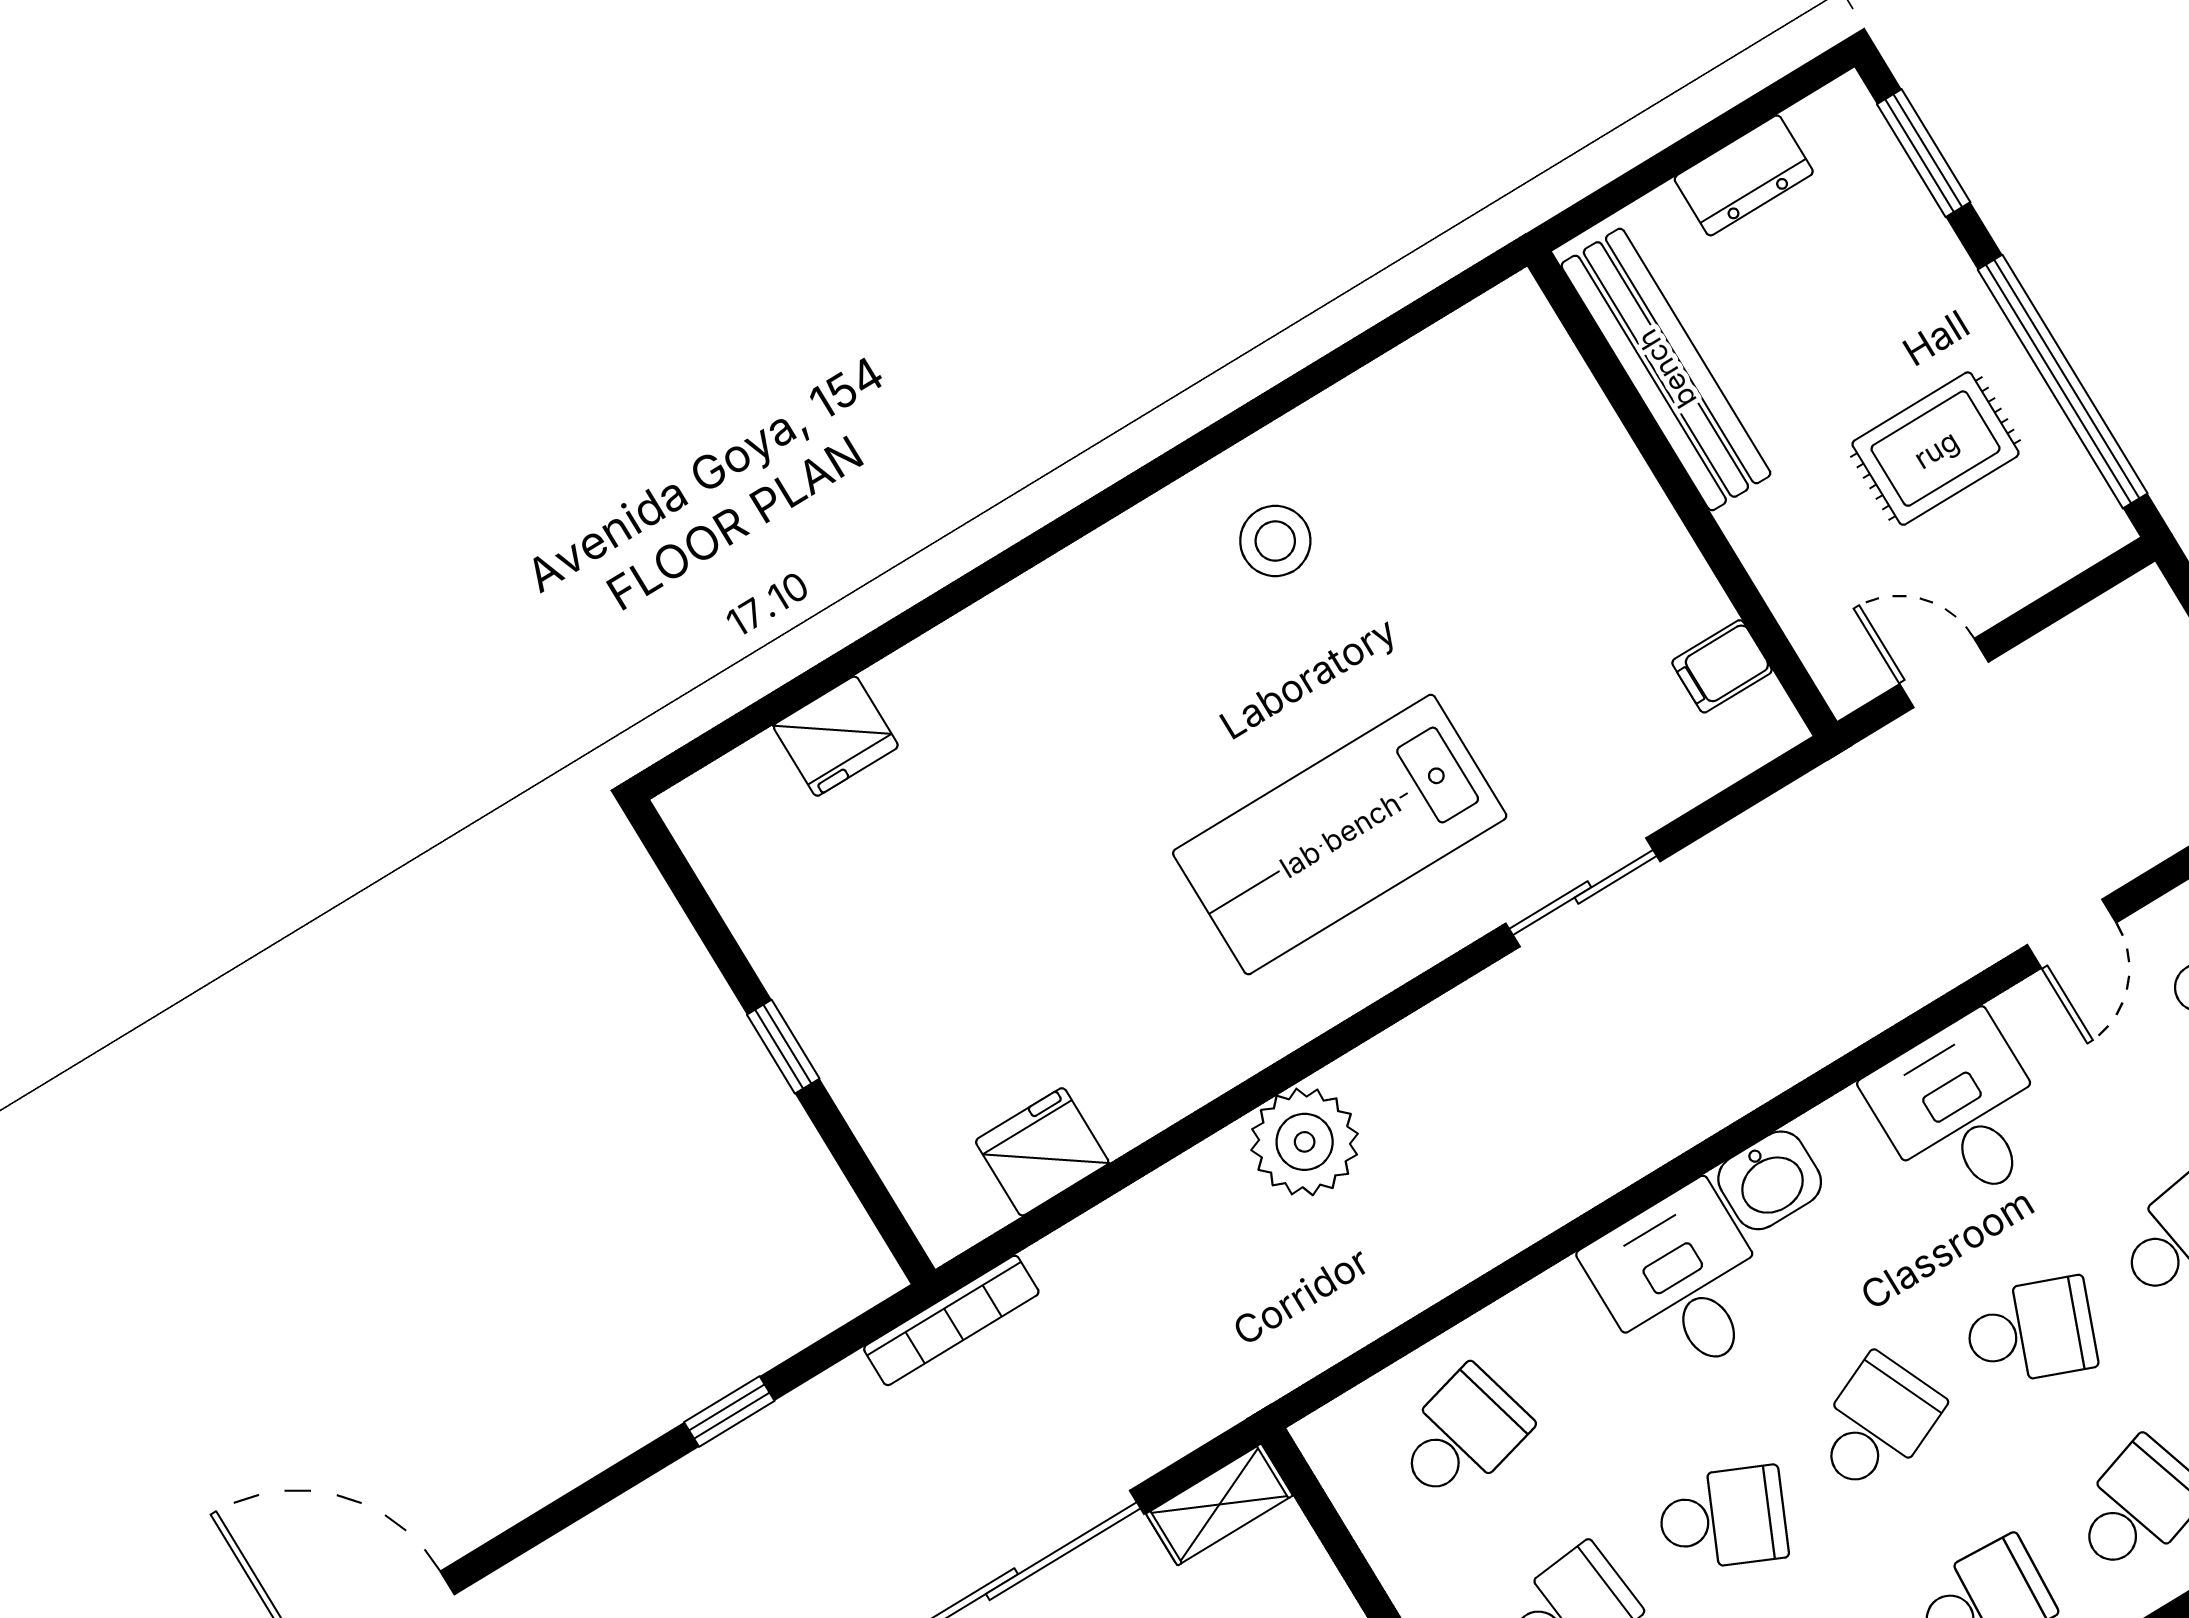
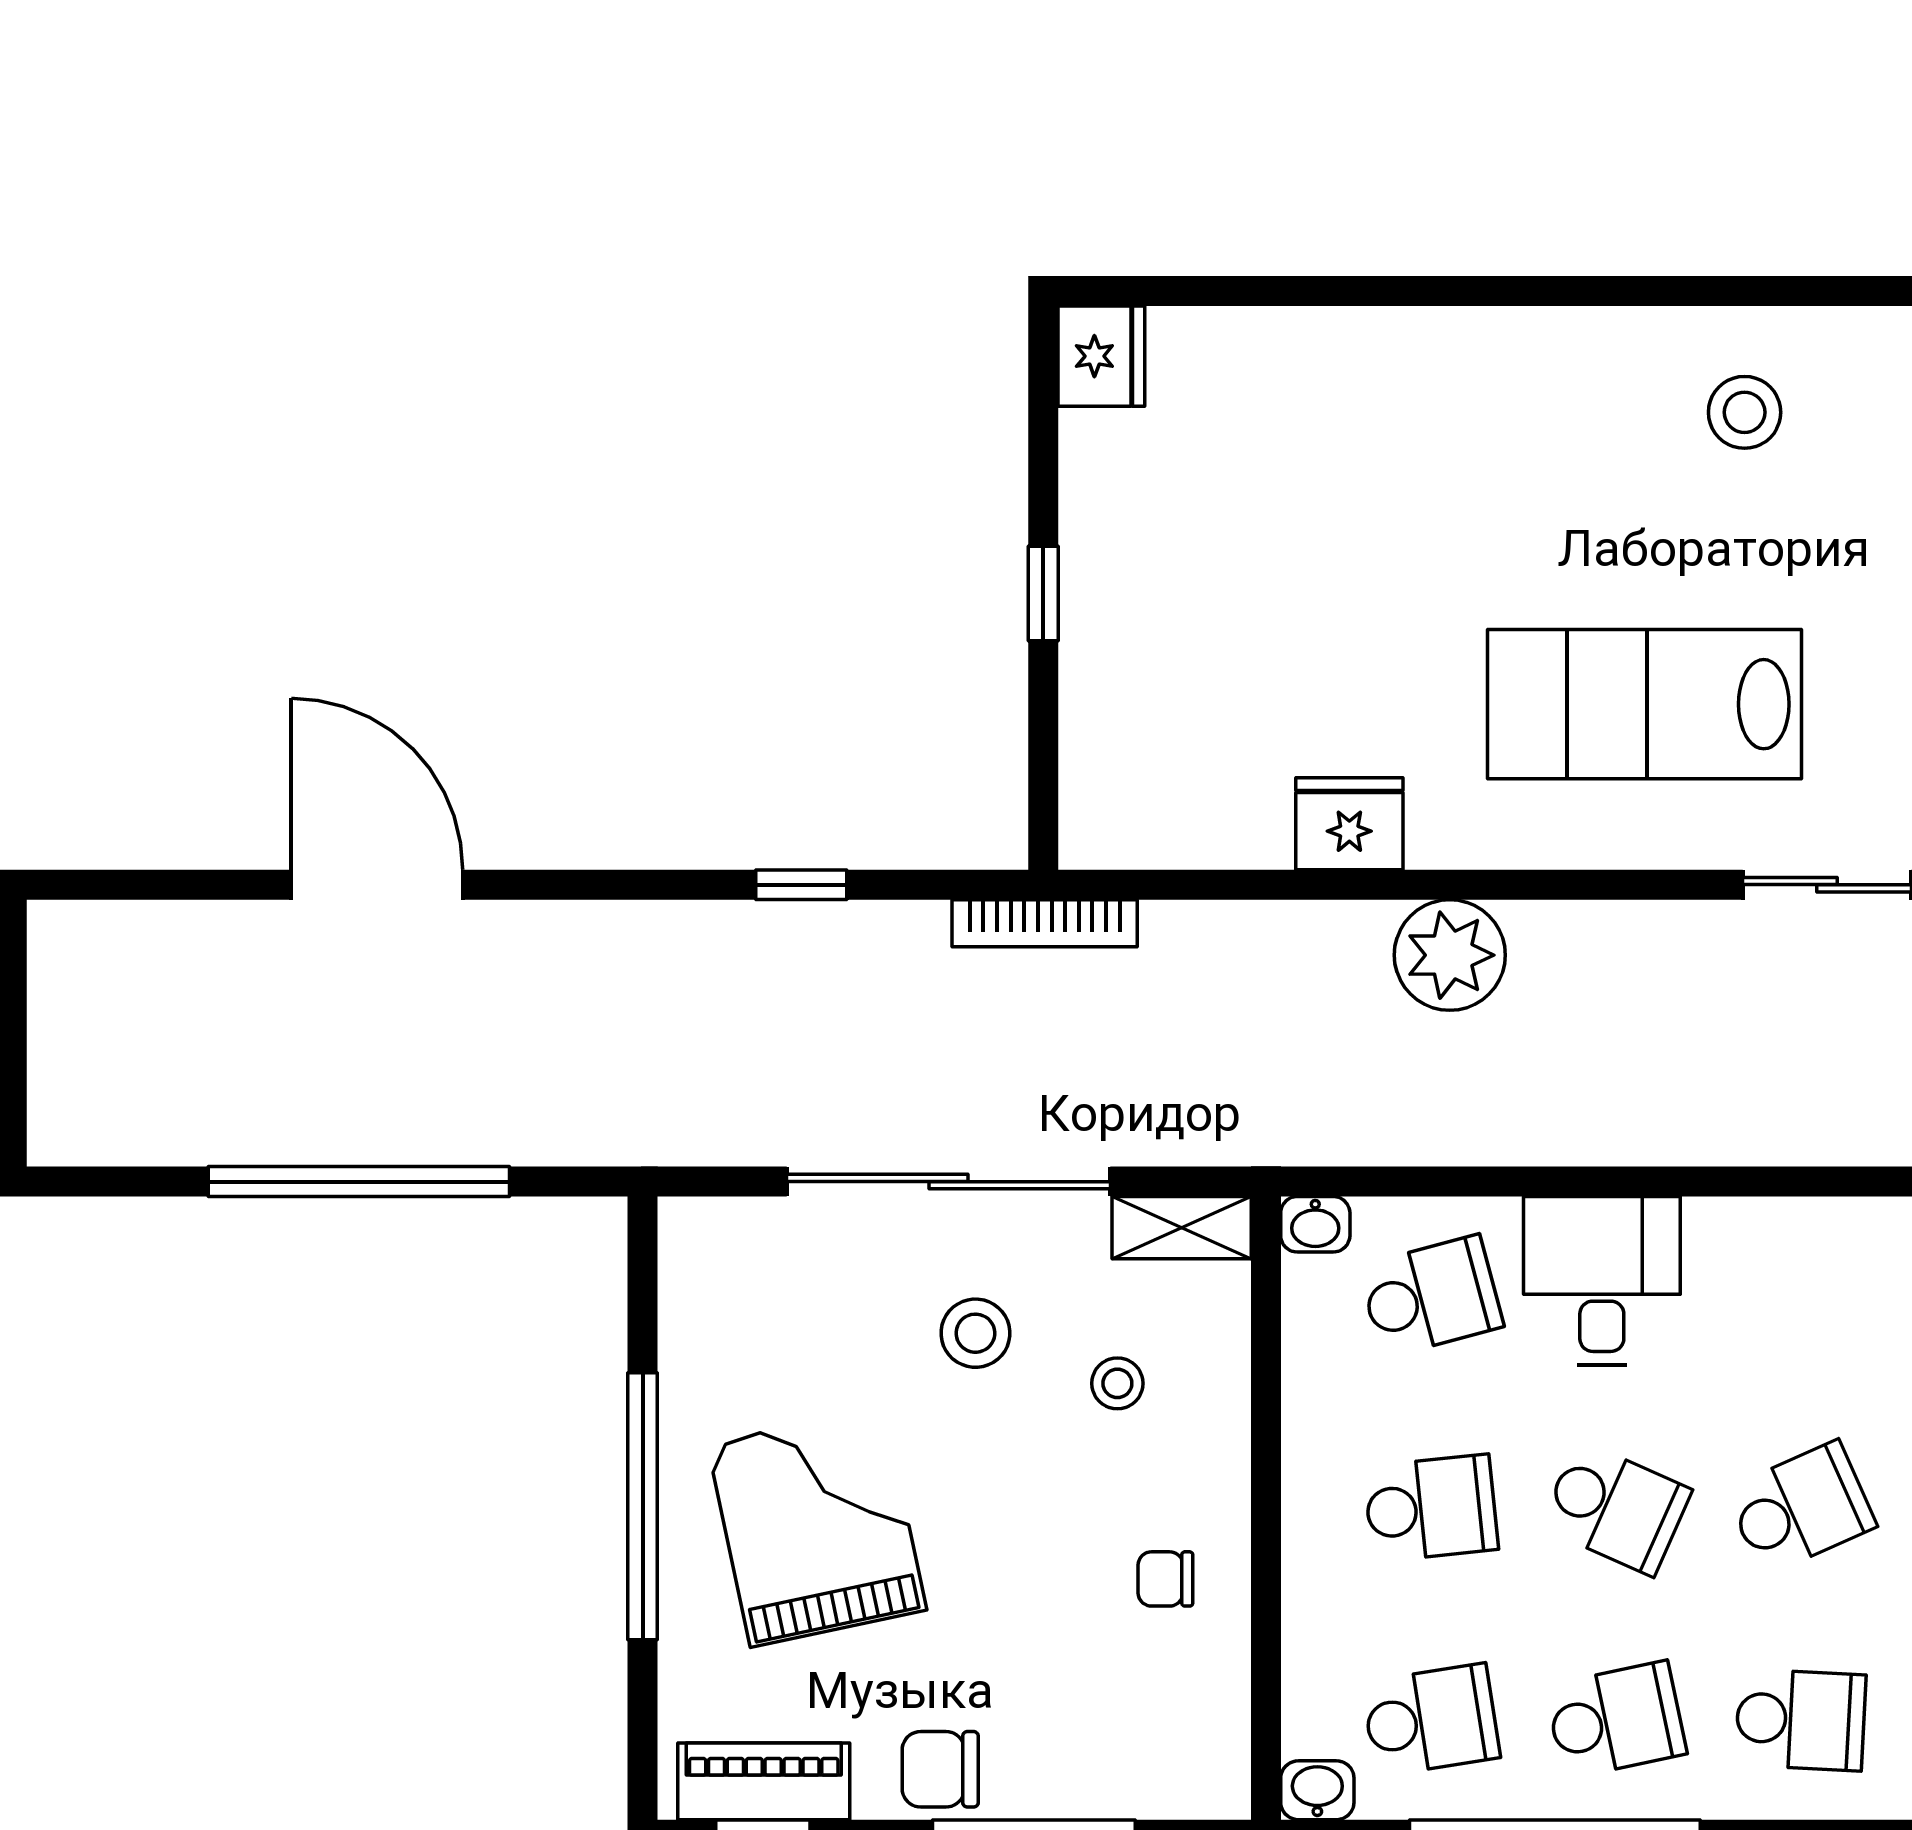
fridge: (836, 736) -> (1101, 356), moved, turned -90
fridge: (1042, 1152) -> (1349, 824), moved
washbasin: (1770, 1180) -> (1315, 1224), moved, width x0.72, depth x0.69
desk: (1682, 1284) -> (1602, 1281), moved

